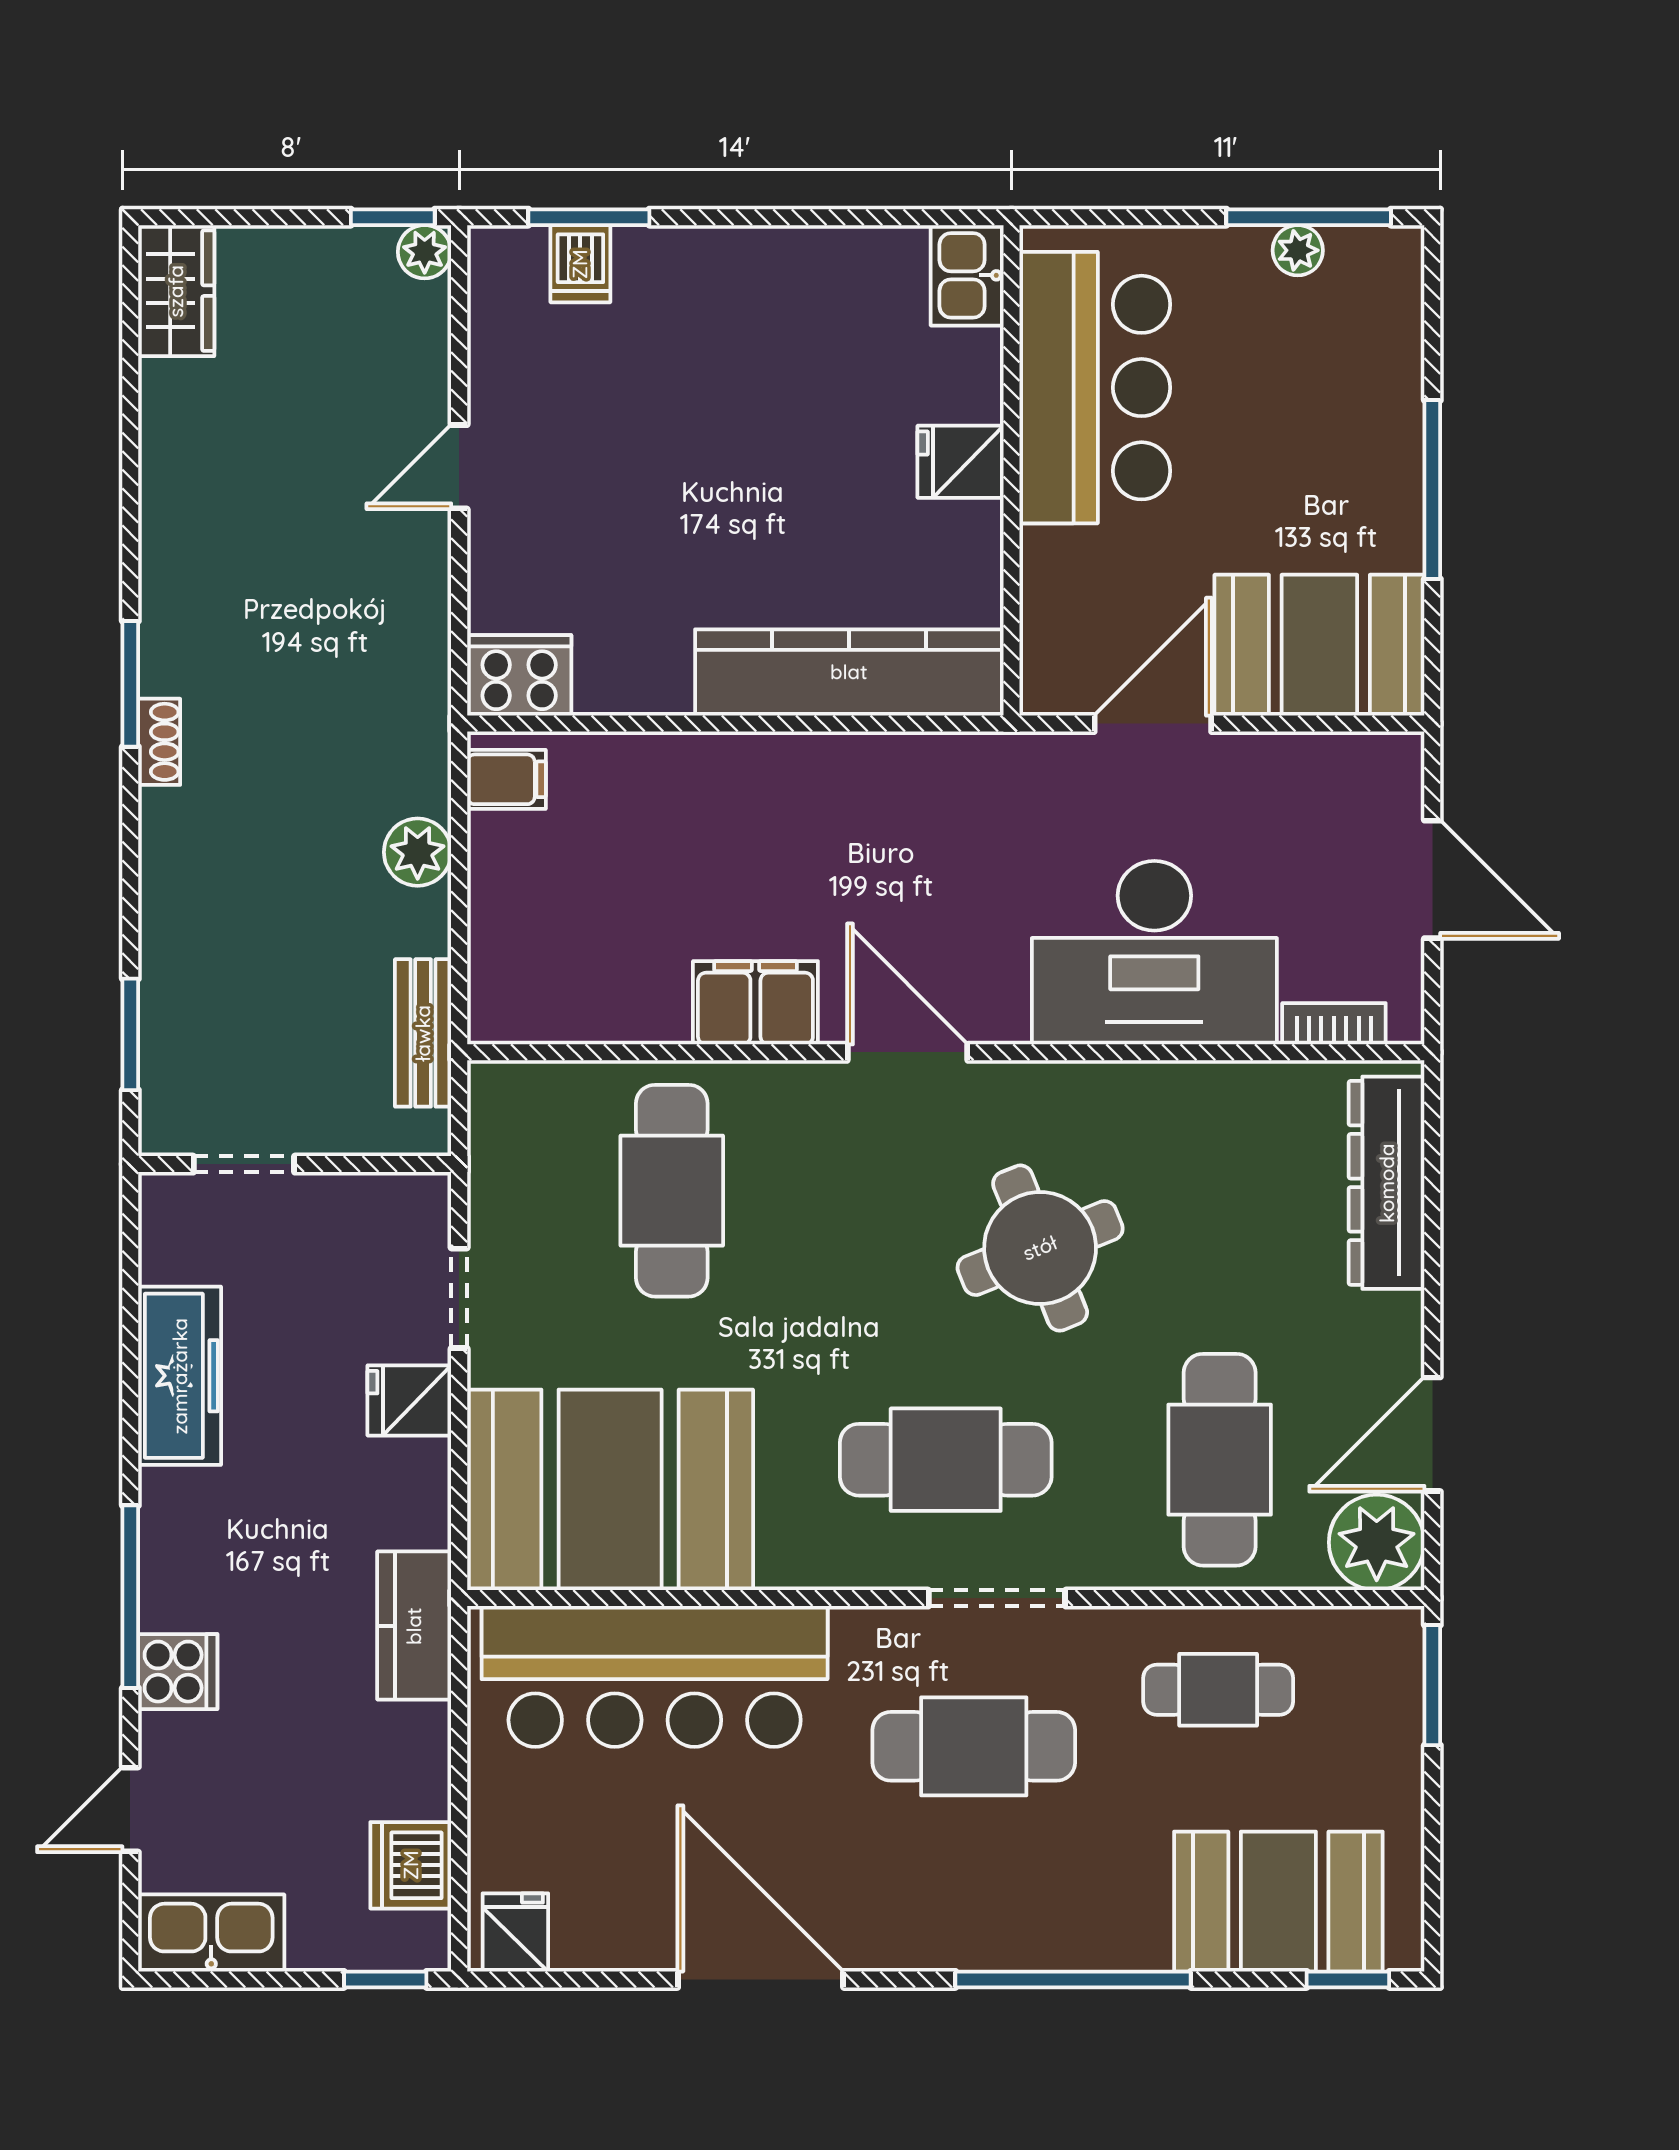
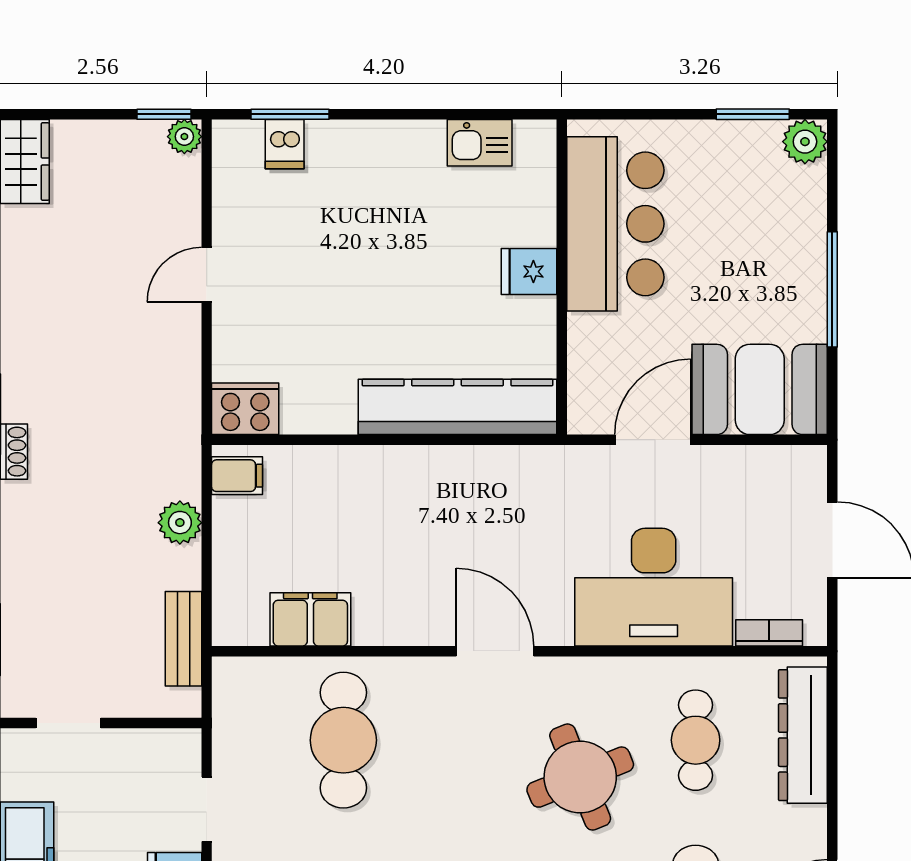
window: (1309, 217) -> (753, 114), width x0.69
plant: (1298, 250) -> (805, 142), moved, width x1.38, depth x1.38
kitchen sink: (967, 275) -> (480, 143), moved, turned -90
filing cabinet: (755, 1003) -> (310, 619), moved
cafe table: (1220, 1191) -> (696, 740), added

